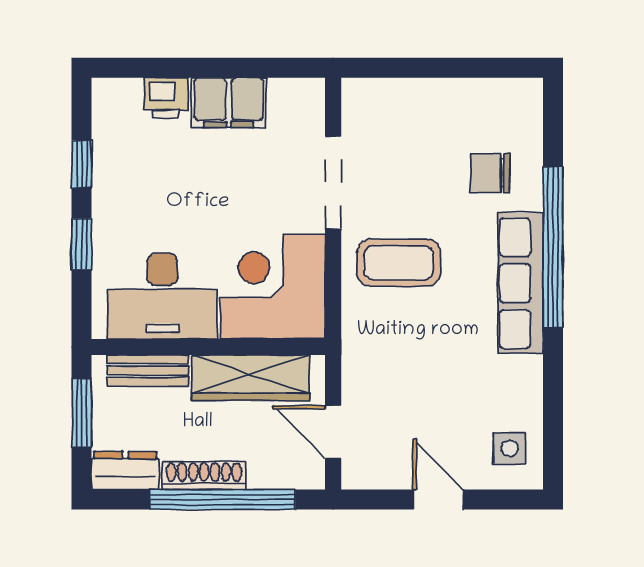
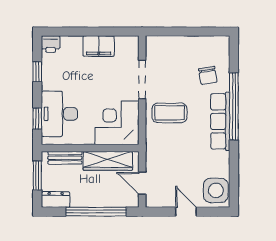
printer: (166, 98) -> (51, 44), moved
chair: (490, 173) -> (208, 75), turned -99
window: (82, 244) -> (37, 119), moved
desk: (162, 296) -> (59, 114), moved, turned 90
side table: (510, 449) -> (216, 190), width x1.87, depth x1.87
shoe rack: (204, 475) -> (88, 202), removed

